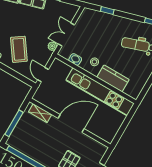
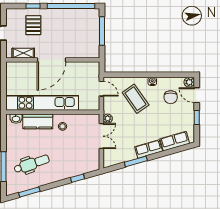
washbasin: (75, 59) -> (16, 119), moved
shelving: (40, 113) -> (23, 53), moved

